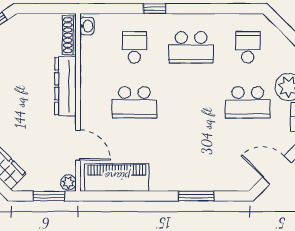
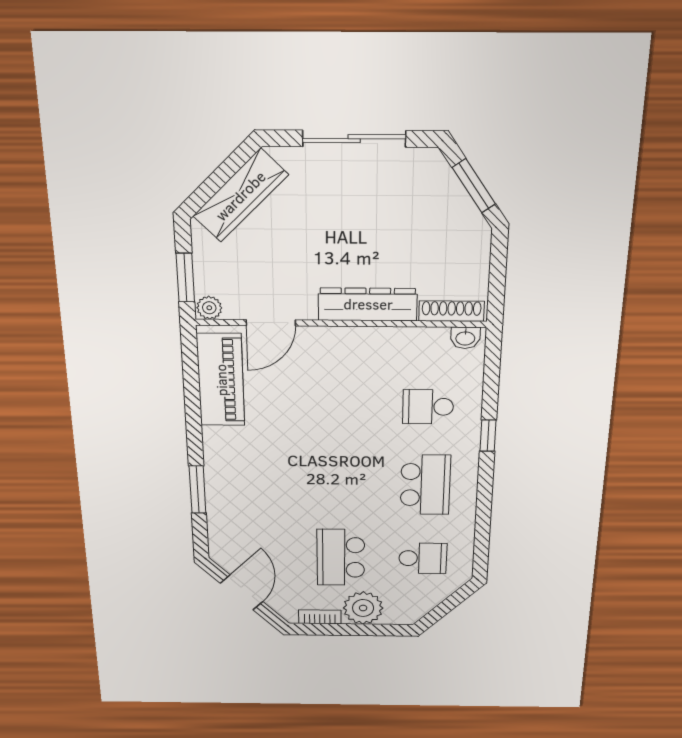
school desk: (134, 47) -> (428, 407), turned 180
school desk: (191, 47) -> (425, 485), turned 180
school desk: (134, 102) -> (341, 406), removed

